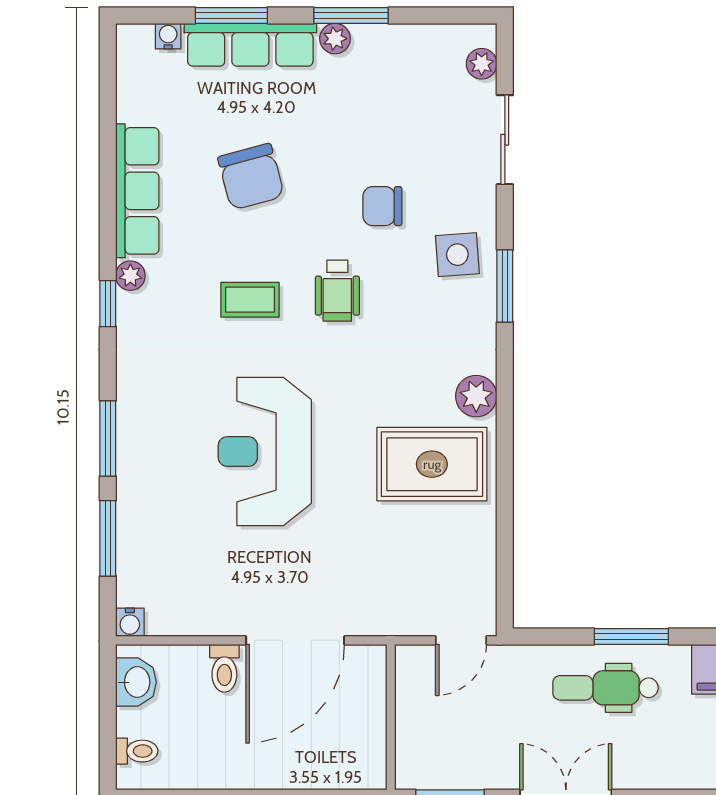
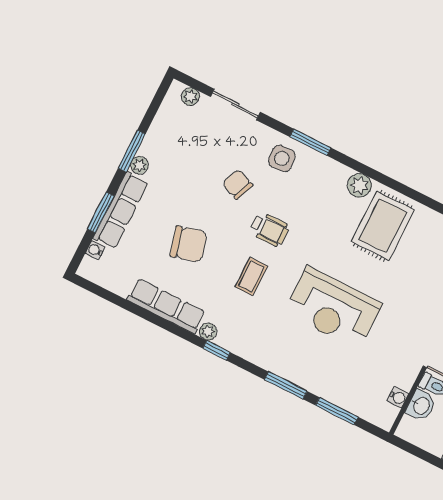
chair: (382, 206) -> (238, 184), turned 112
water cooler: (130, 622) -> (398, 397), moved
washbasin: (136, 682) -> (421, 406), moved, turned 90

